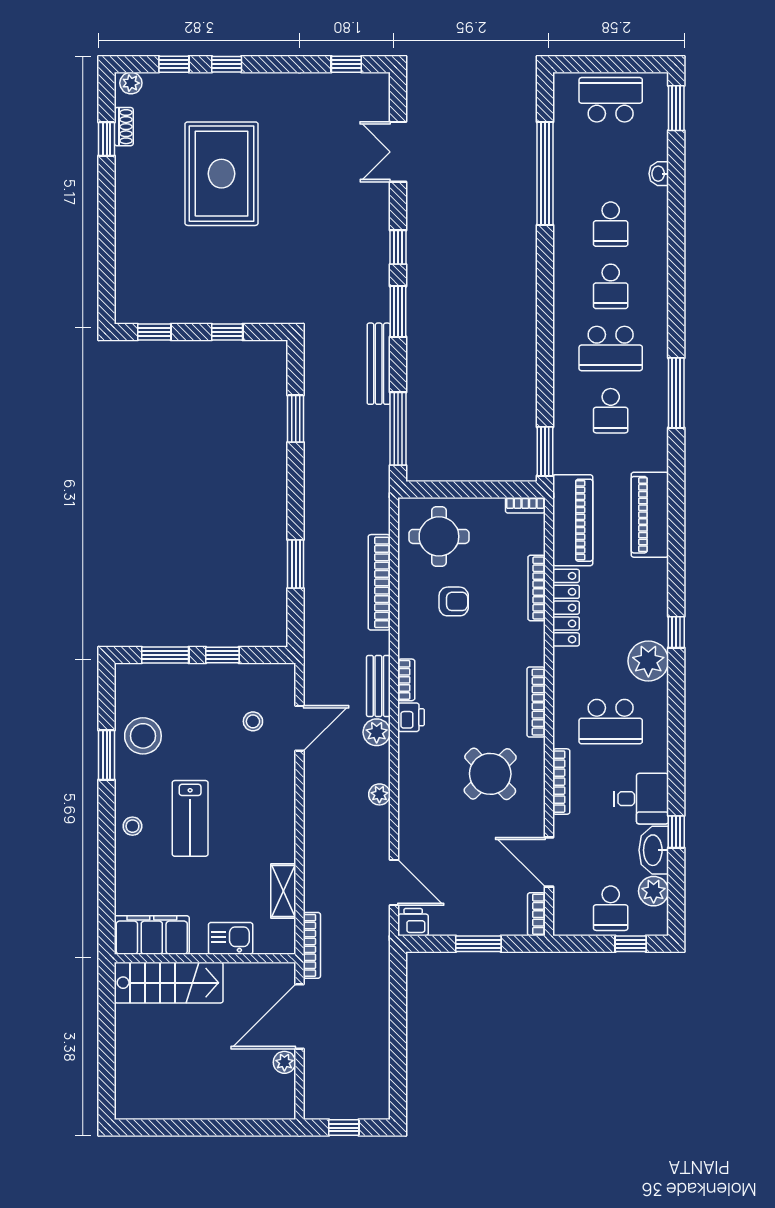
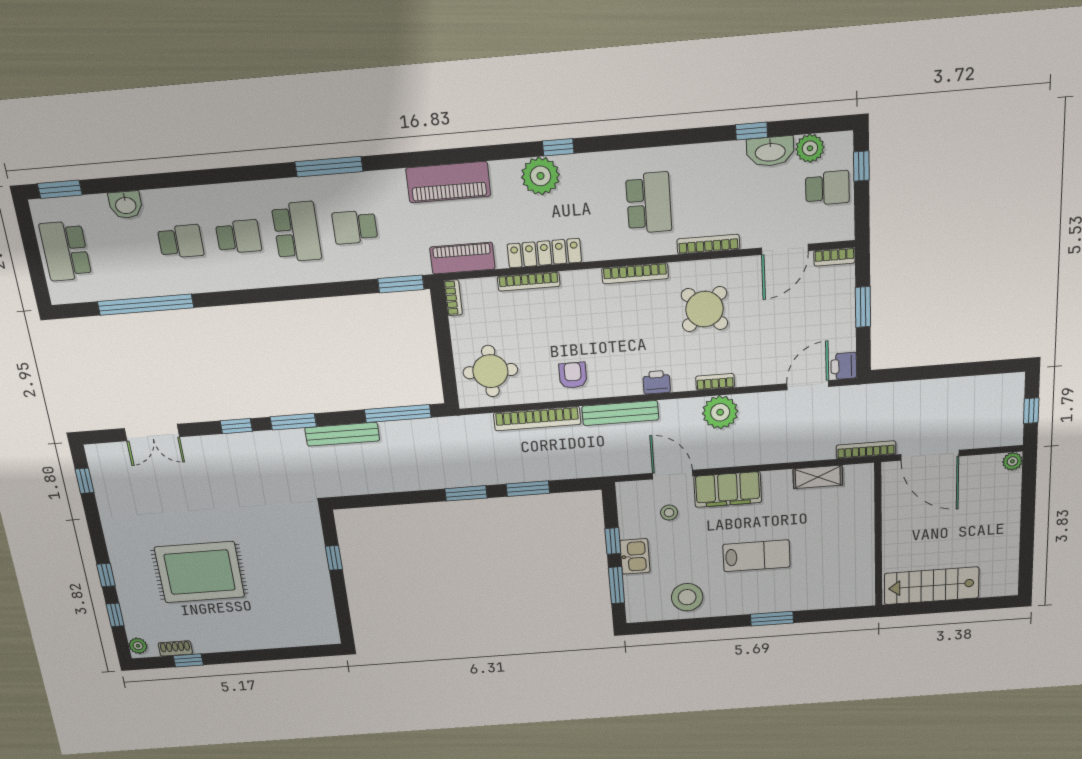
washbasin: (659, 174) -> (126, 205), width x1.38, depth x1.45
window: (154, 332) -> (343, 613), removed
school desk: (611, 411) -> (355, 227), turned 180
window: (296, 419) -> (466, 493), moved
piano: (573, 520) -> (462, 258), width x0.73, depth x0.75
armchair: (454, 601) -> (573, 375), moved
plant: (648, 661) -> (540, 176), moved
bookcase: (406, 680) -> (715, 382), moved
bench: (378, 686) -> (620, 413), width x1.36
plant: (377, 732) -> (672, 410), removed
window: (107, 755) -> (772, 619), moved
plant: (379, 794) -> (720, 412), width x1.88, depth x1.88
desk: (641, 799) -> (721, 168), removed
stool: (132, 826) -> (765, 600), removed
filing cabinet: (152, 935) -> (728, 489), moved, turned -90
kitchen sink: (231, 938) -> (635, 556), moved, turned 180
stairs: (169, 983) -> (932, 586), moved, turned -90
plant: (284, 1062) -> (1012, 461), moved

